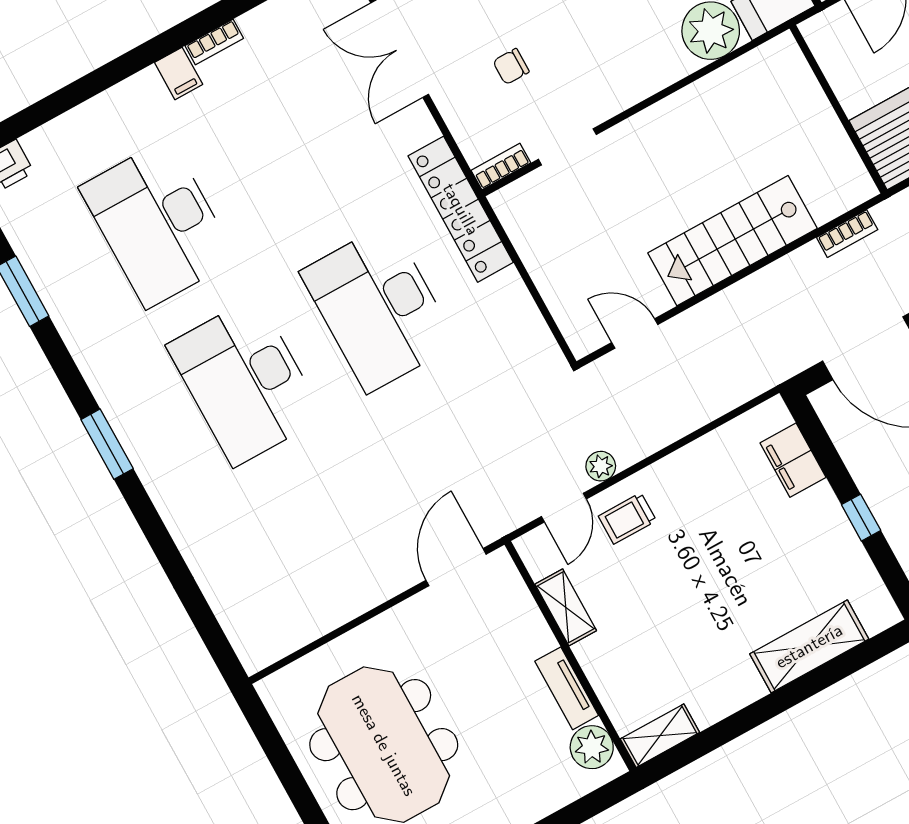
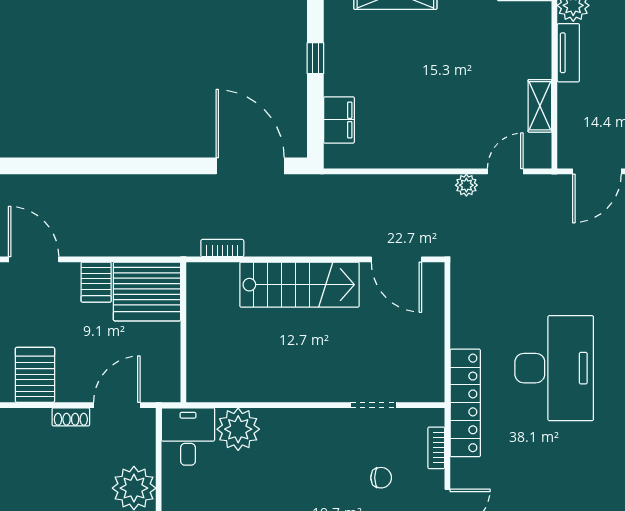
bookcase: (501, 167) -> (436, 448), moved, turned 90
door: (635, 333) -> (396, 259), width x1.38
trolley: (627, 518) -> (468, 142), removed

